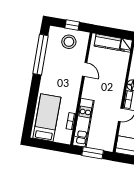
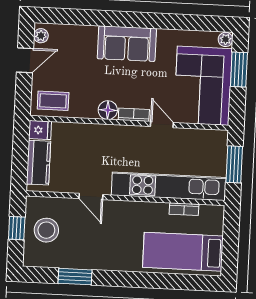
window: (40, 55) -> (75, 277), width x0.47
door: (85, 69) -> (91, 197), swing flipped
kitchen unit: (83, 123) -> (169, 186), width x1.36

